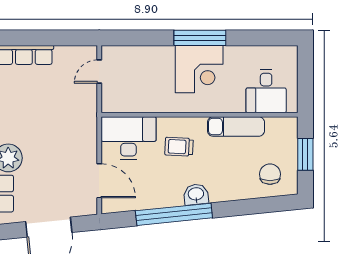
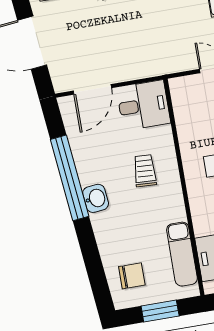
exam couch: (236, 126) -> (182, 254), moved
desk: (128, 138) -> (143, 105), width x0.73

